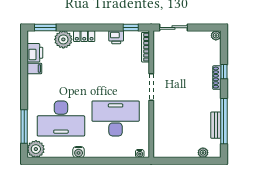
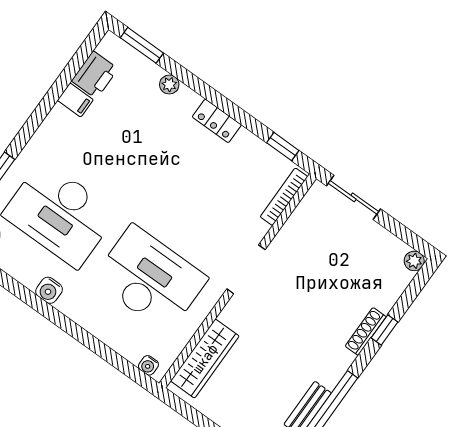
locker: (84, 36) -> (217, 121), moved
printer: (116, 37) -> (247, 145), removed
plant: (63, 39) -> (169, 85), width x0.53, depth x0.53
wardrobe: (160, 135) -> (205, 359), added

